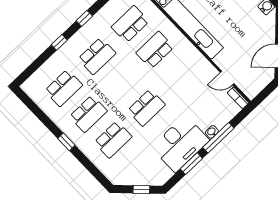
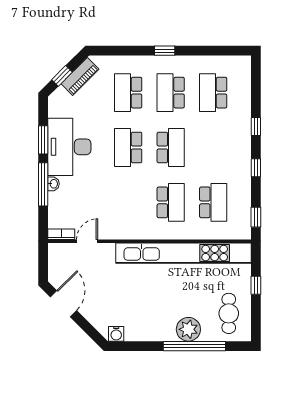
school desk: (97, 56) -> (171, 147), moved, turned 180
piano: (131, 178) -> (80, 76), added

